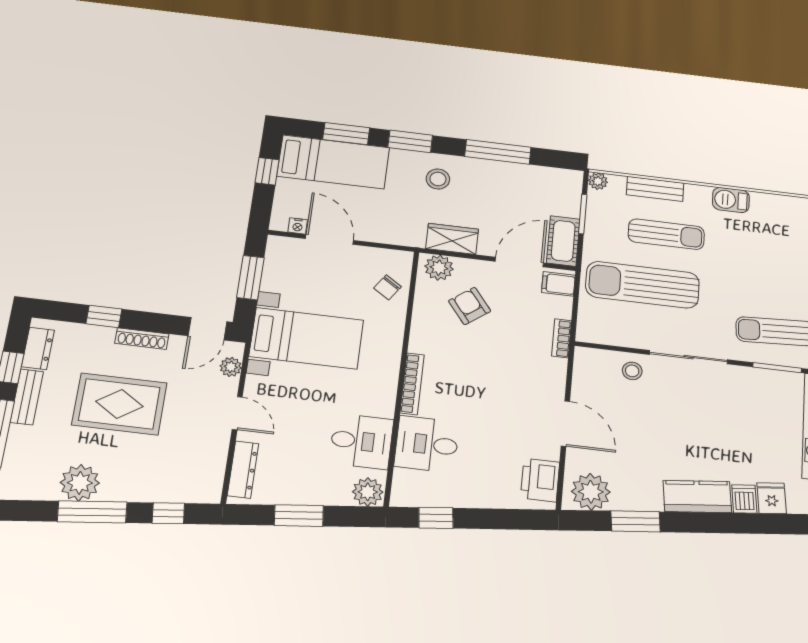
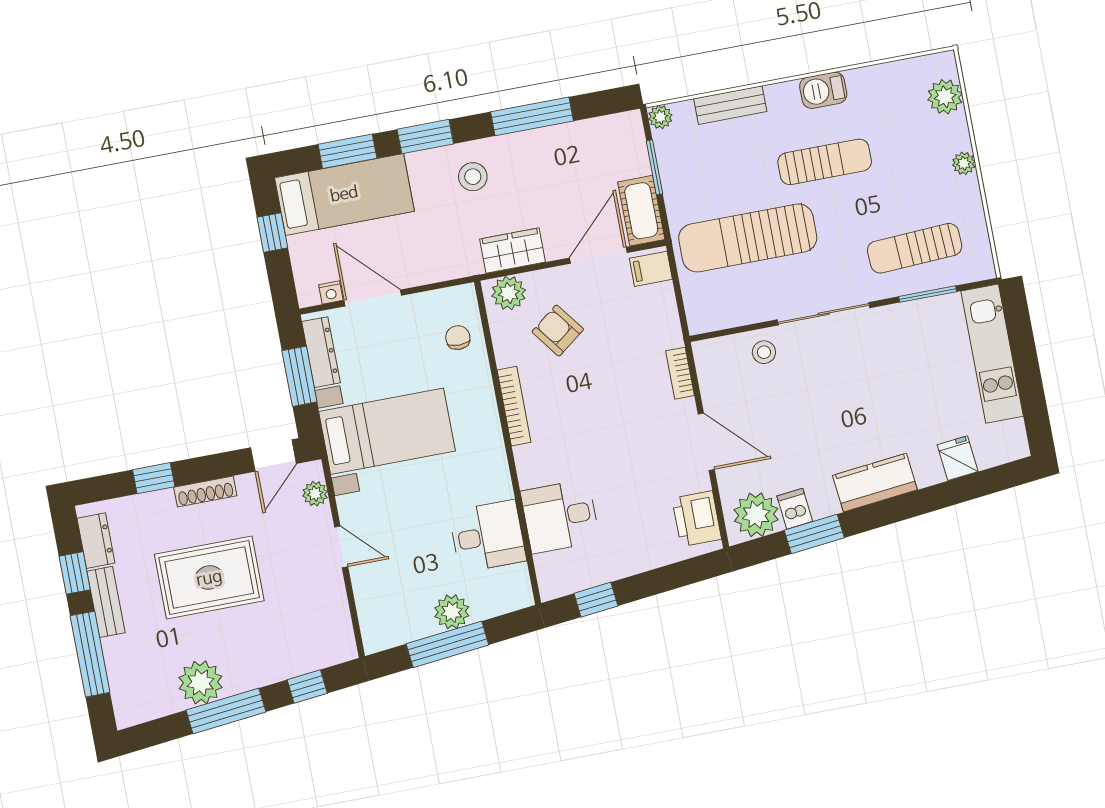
sun lounger: (666, 234) -> (825, 162), moved
chair: (387, 287) -> (458, 338), turned 146
bookcase: (561, 338) -> (680, 373), moved
bookcase: (412, 384) -> (514, 406), moved
dresser: (243, 470) -> (321, 352), moved
plant: (368, 492) -> (452, 612), moved
dishwasher: (744, 499) -> (795, 509), moved
window: (299, 516) -> (447, 644), width x1.44

